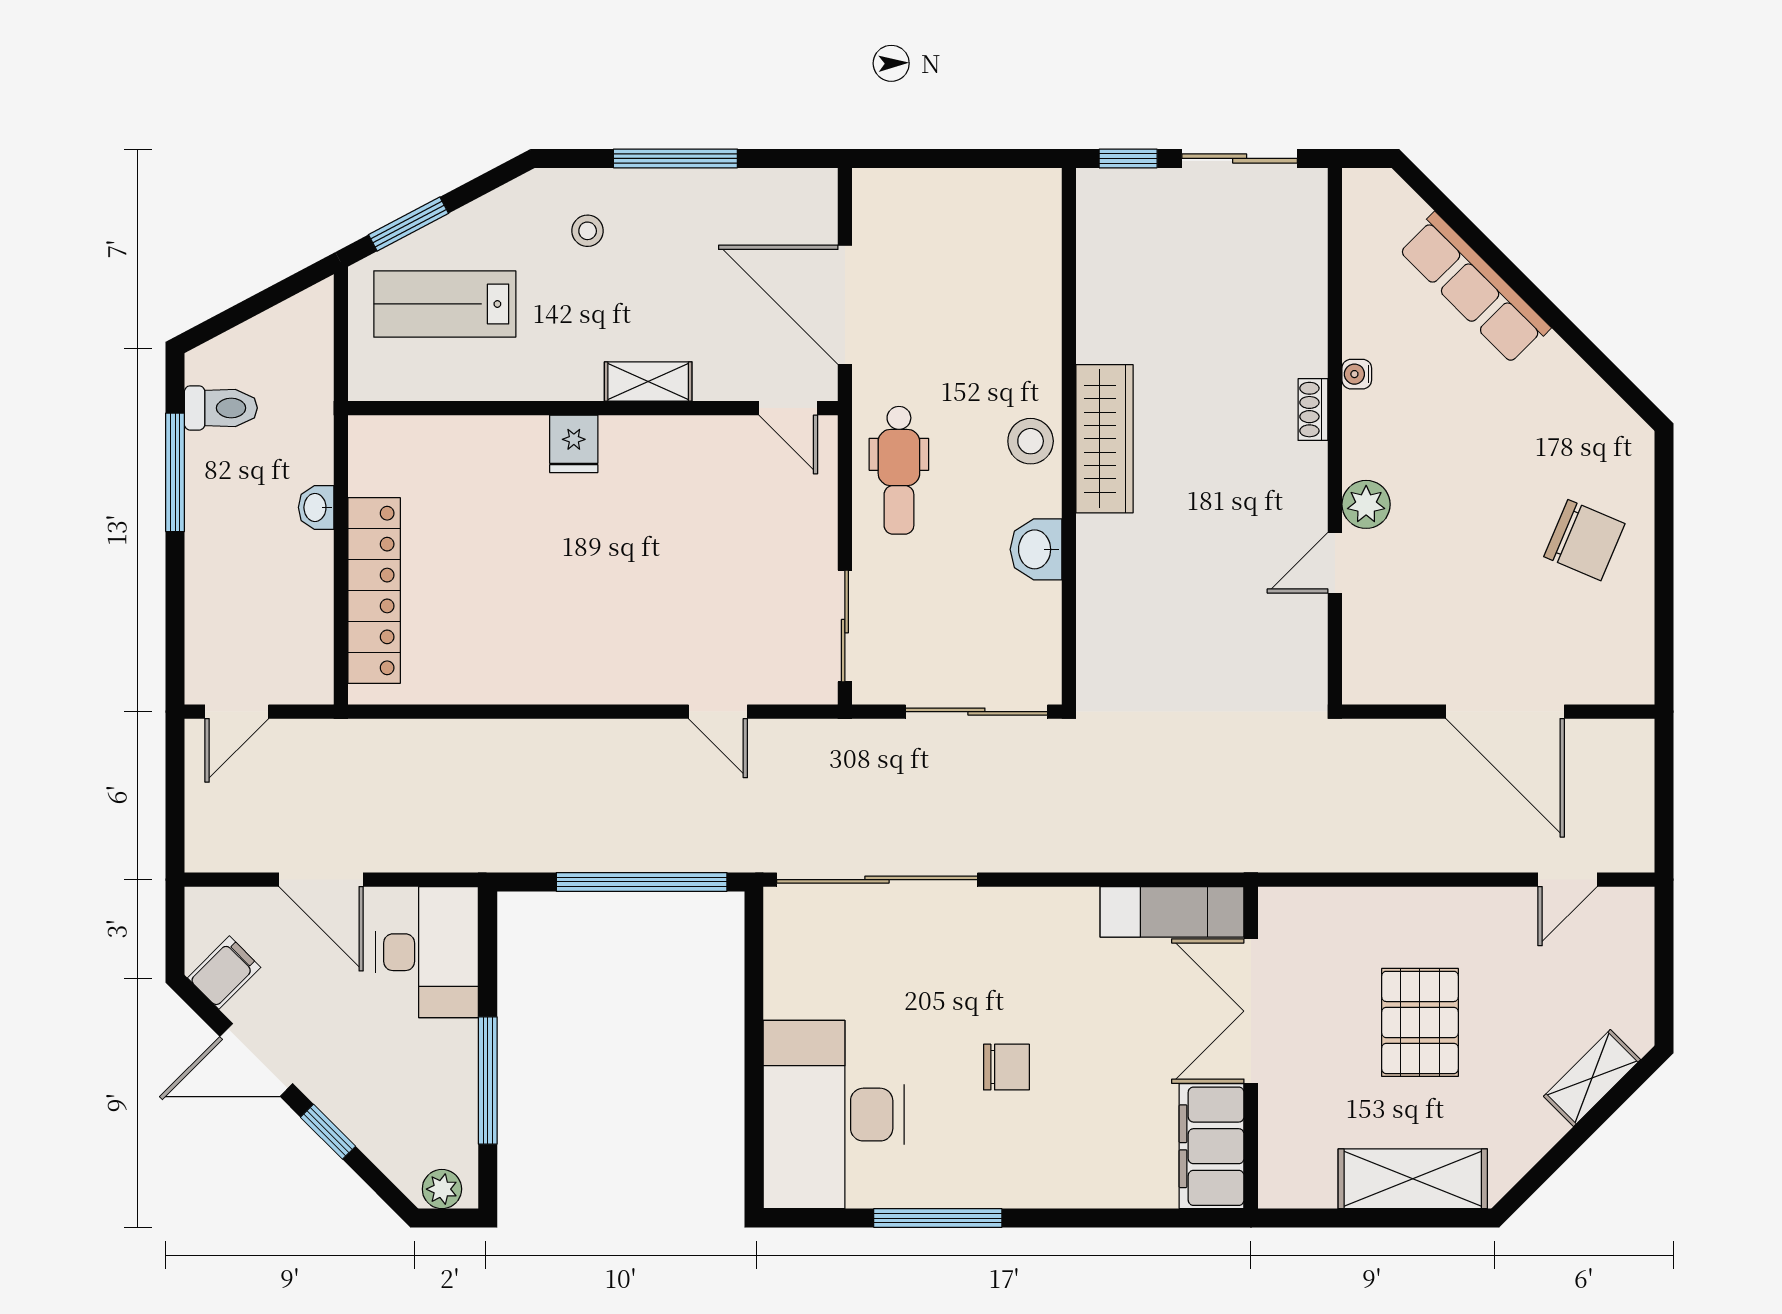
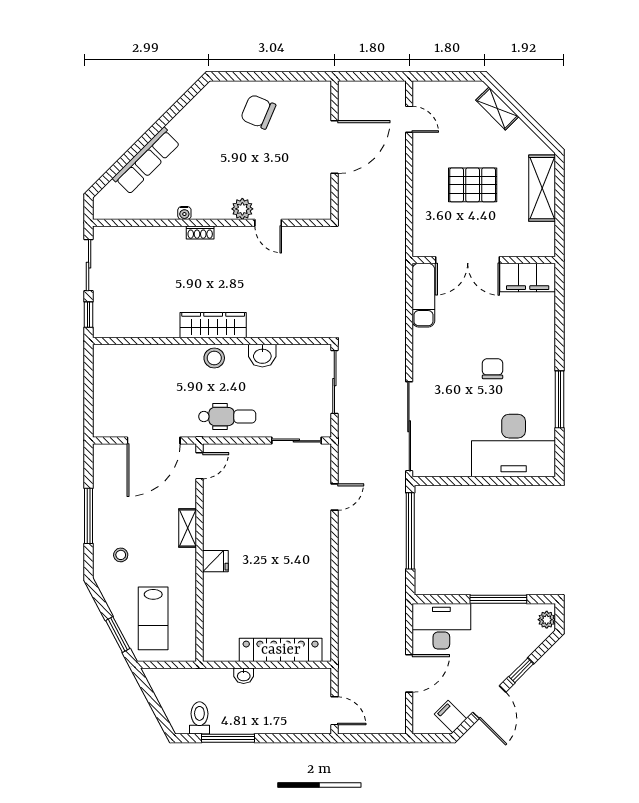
chair: (1584, 540) -> (258, 112), turned -90

